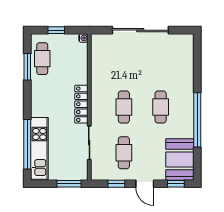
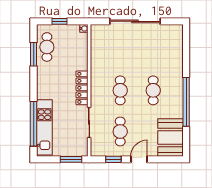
door: (145, 184) -> (139, 159), swing flipped
window: (176, 184) -> (167, 159), removed

